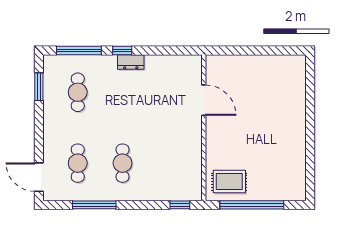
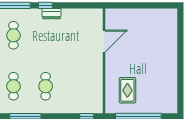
door: (204, 100) -> (104, 41), hinge flipped
rug: (229, 182) -> (127, 90), moved, turned 90

